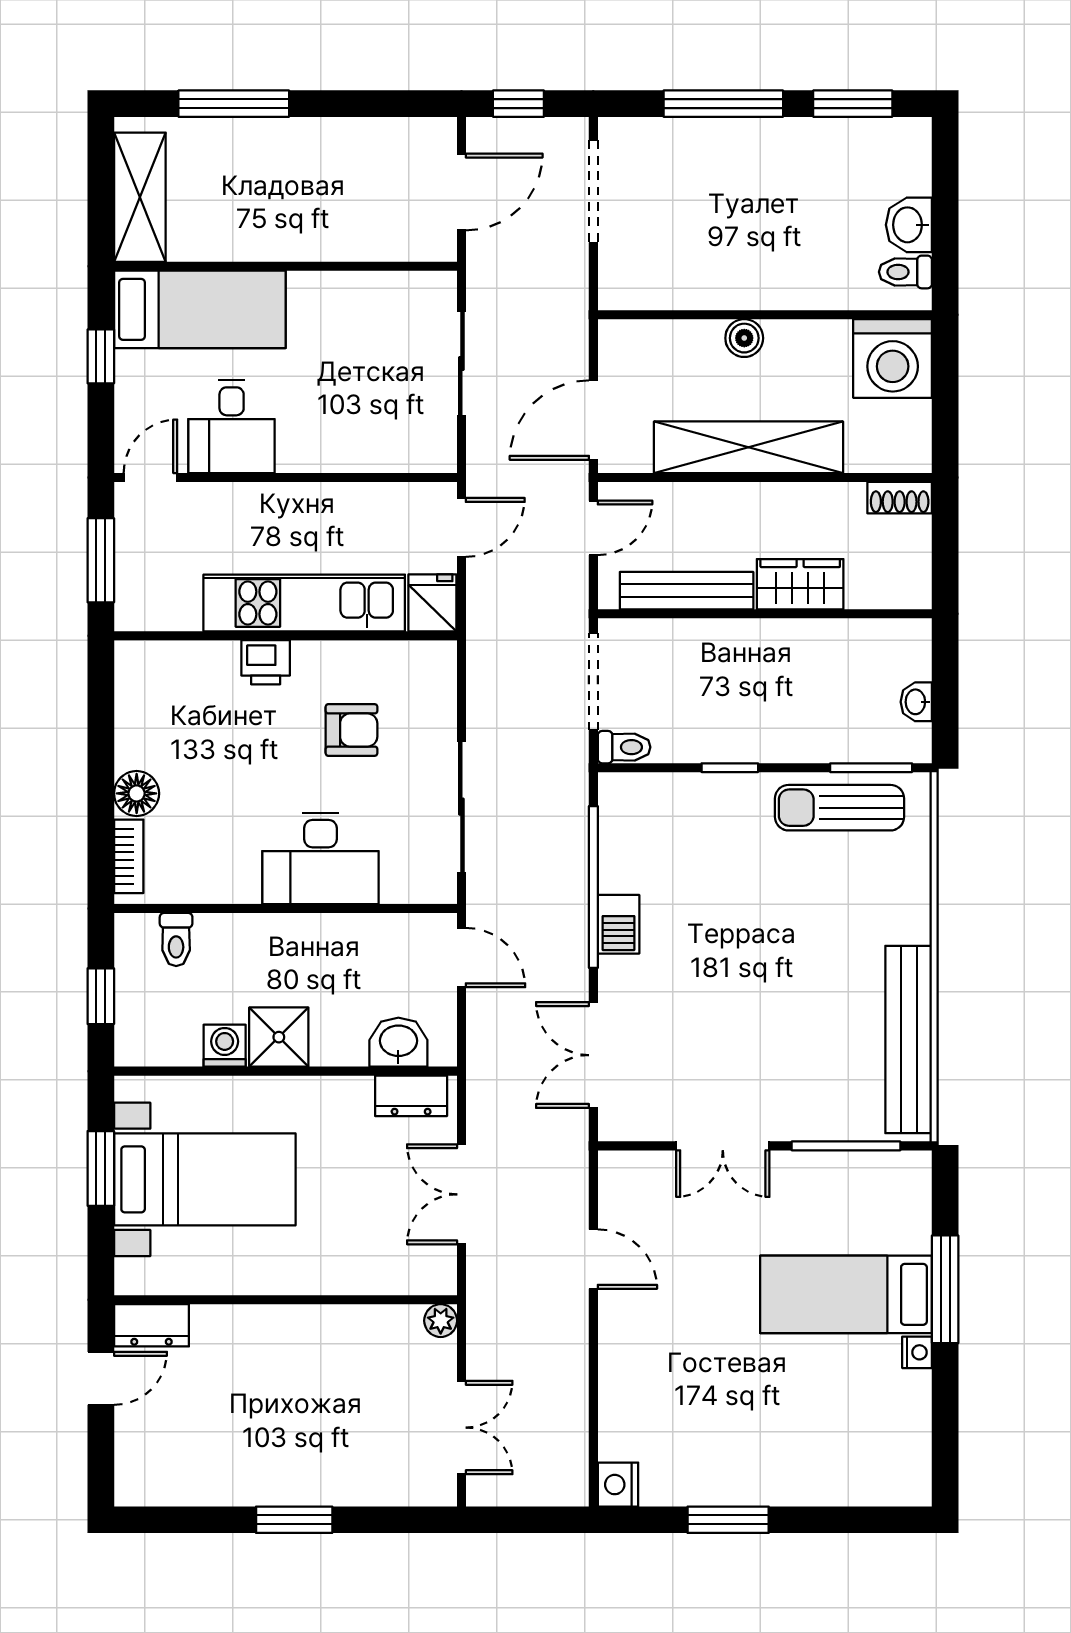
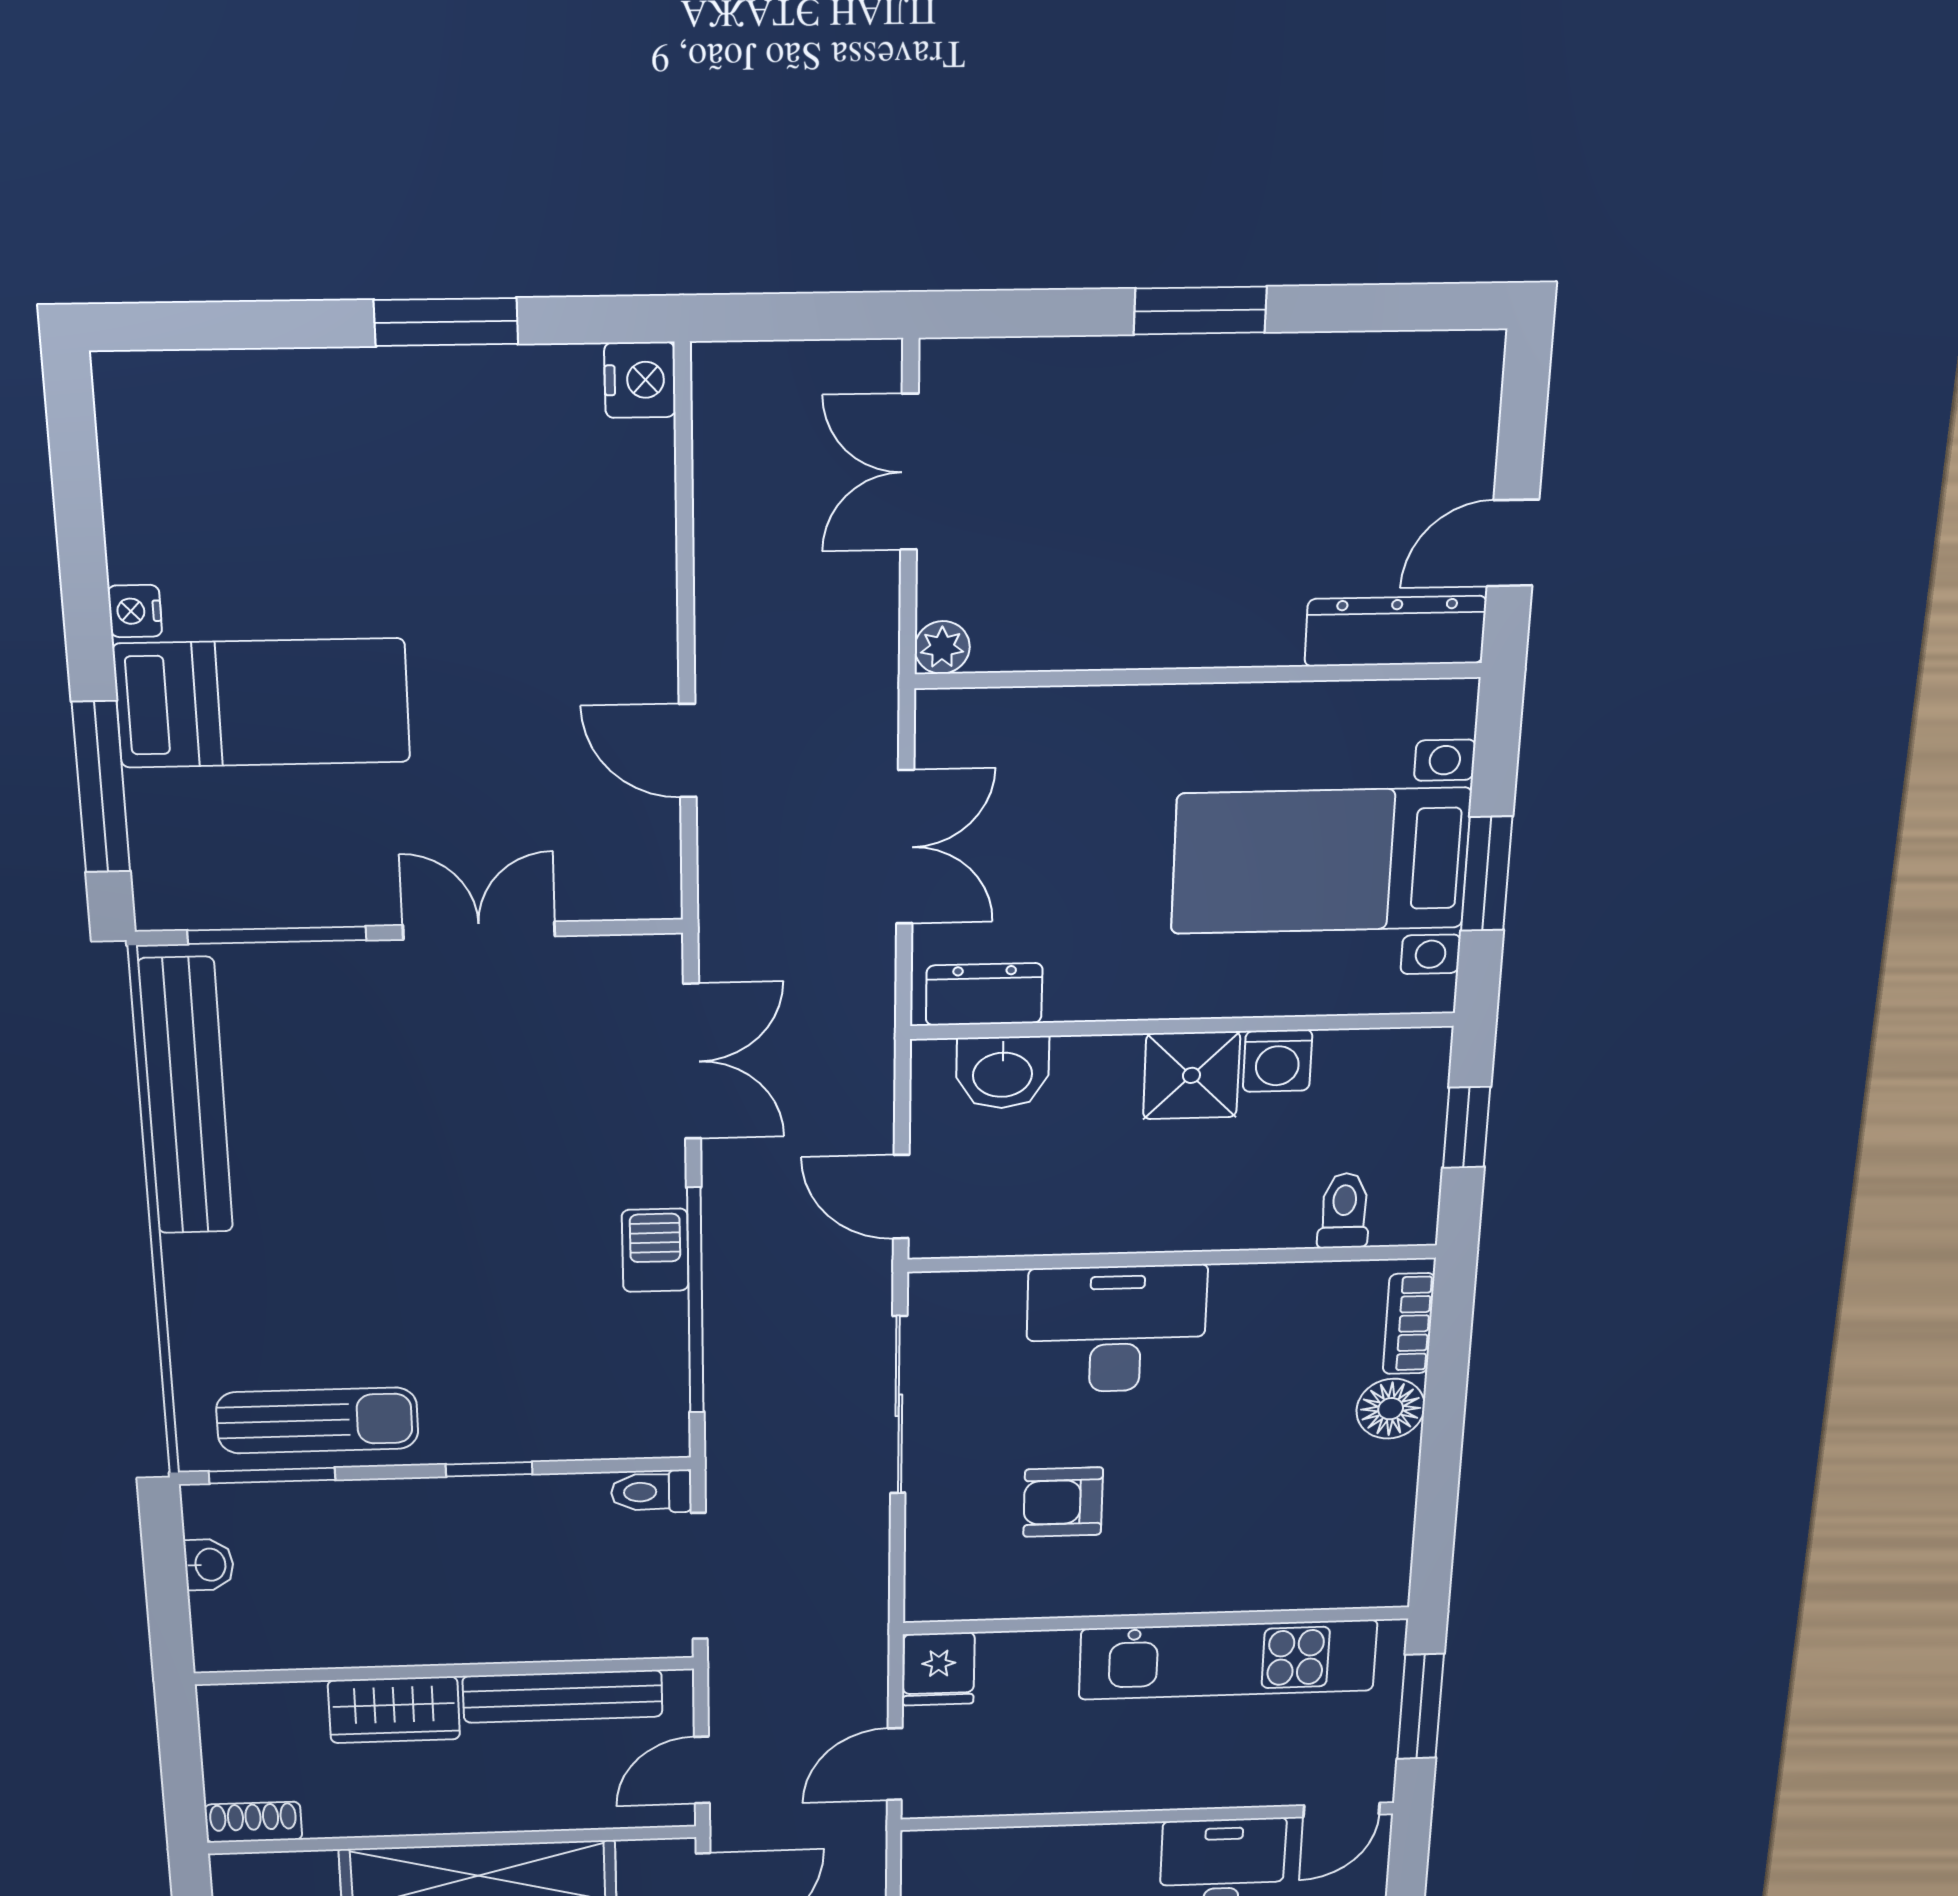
kitchen unit: (304, 603) -> (1228, 1660), moved
printer: (266, 662) -> (1187, 1586), removed
window: (945, 1289) -> (101, 787), moved
dresser: (151, 1325) -> (1395, 631), width x1.44

